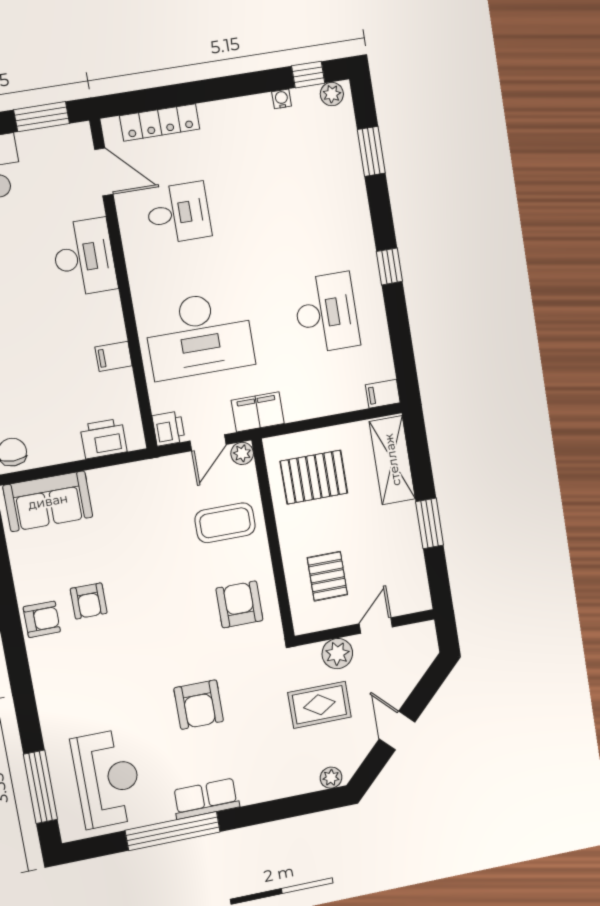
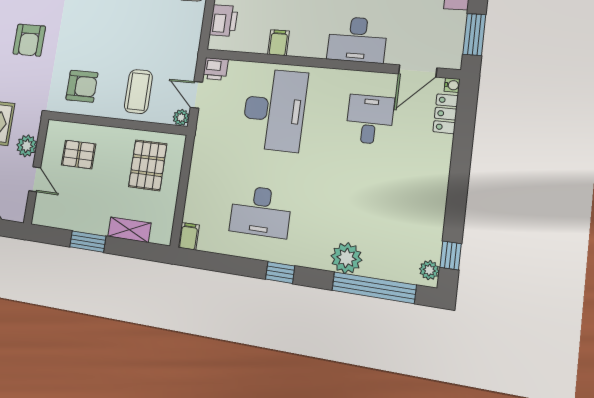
water cooler: (282, 99) -> (452, 85), moved
locker: (160, 122) -> (446, 114), width x0.66
window: (371, 151) -> (374, 288), width x2.11
plant: (348, 193) -> (346, 258), added
desk: (178, 213) -> (370, 119), turned 180
desk: (199, 335) -> (274, 110), turned 180
filing cabinet: (258, 412) -> (206, 138), removed
shelving: (392, 460) -> (129, 230), width x0.67, depth x0.75
armchair: (199, 705) -> (29, 40), turned -90

